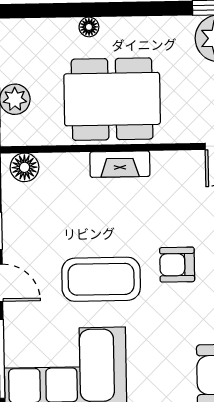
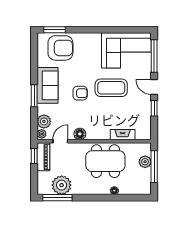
fireplace: (120, 164) -> (123, 135), moved
floor lamp: (24, 167) -> (80, 134), moved

